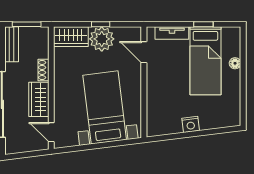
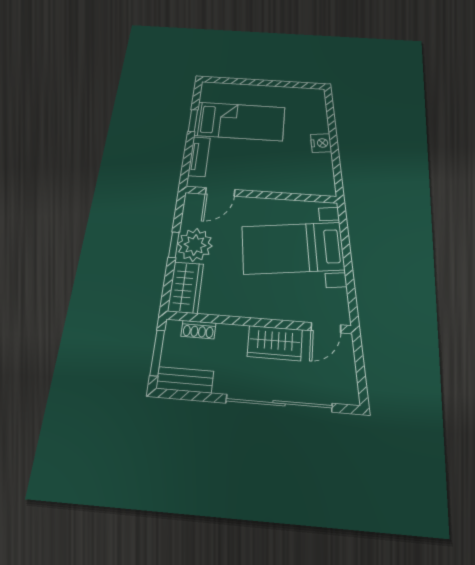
floor lamp: (235, 63) -> (246, 90), removed
shoe rack: (43, 70) -> (198, 330), moved

